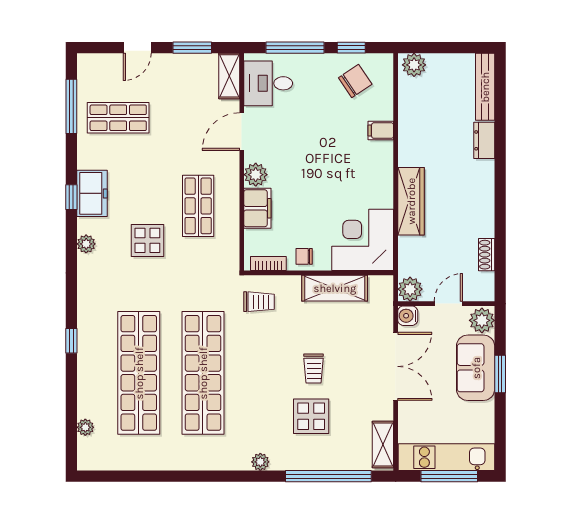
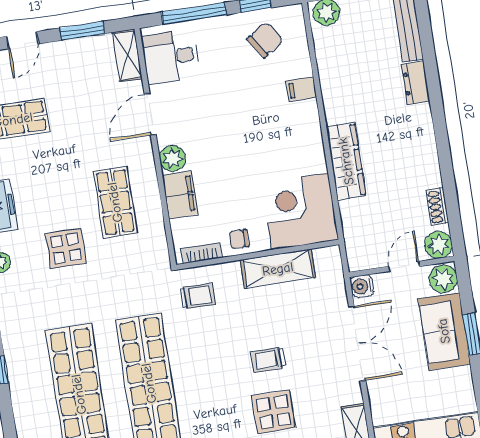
plant: (410, 289) -> (438, 245), moved
trolley: (314, 369) -> (268, 360), turned 90

